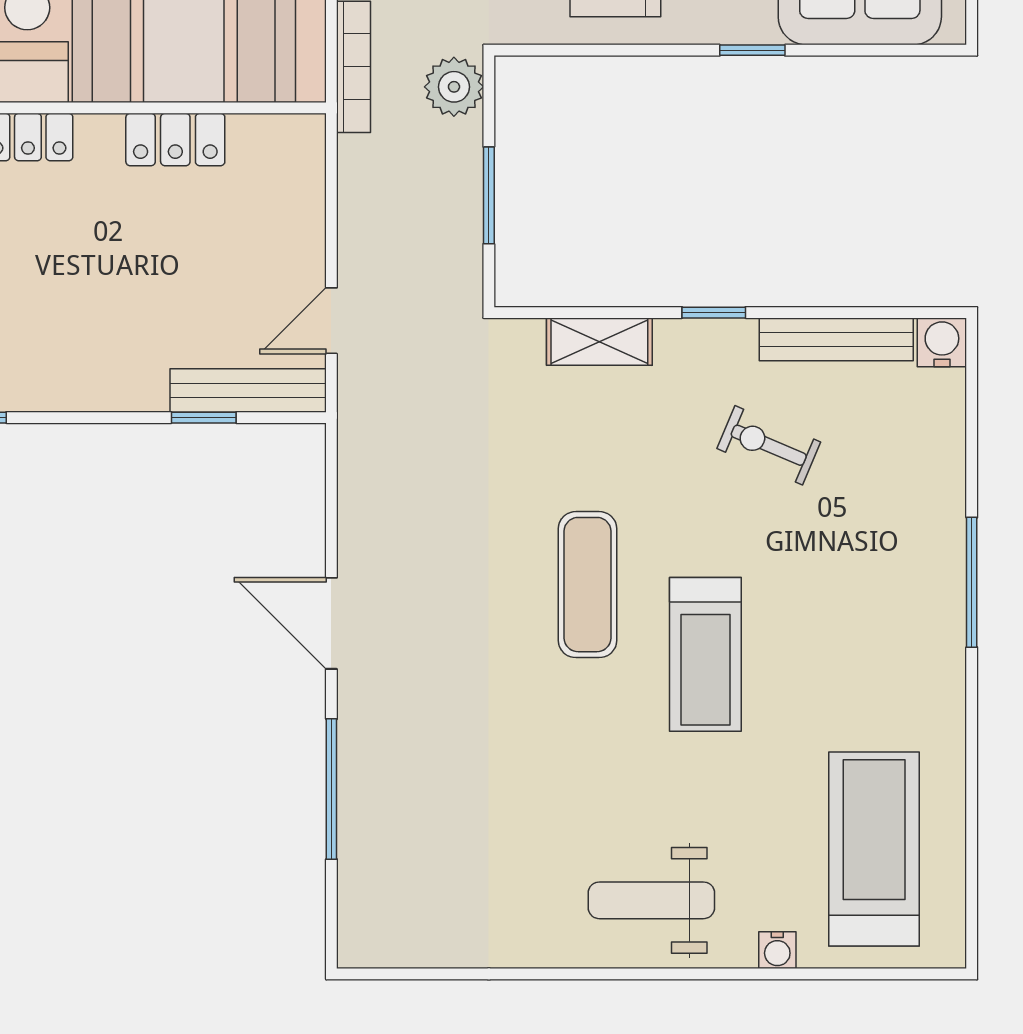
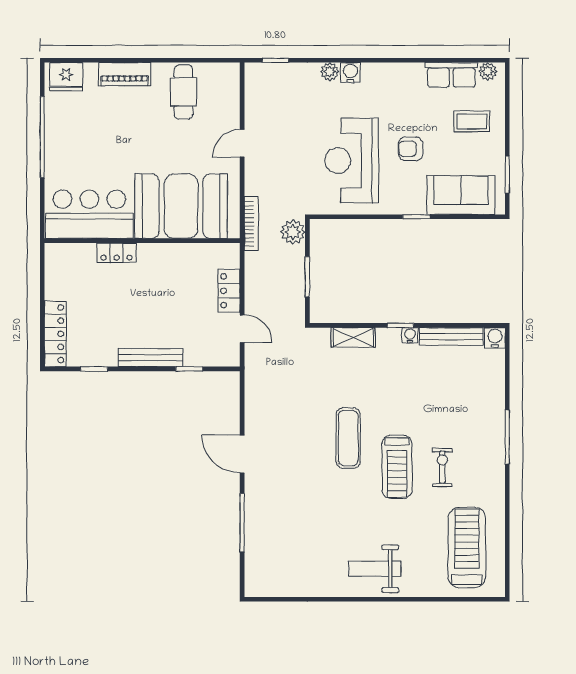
locker: (175, 140) -> (229, 291), moved, turned 90
door: (331, 321) -> (242, 329), swing flipped
bench: (248, 390) -> (151, 358), moved
exercise bike: (769, 445) -> (442, 467), moved, turned 67
water cooler: (777, 950) -> (410, 335), moved, turned 180

